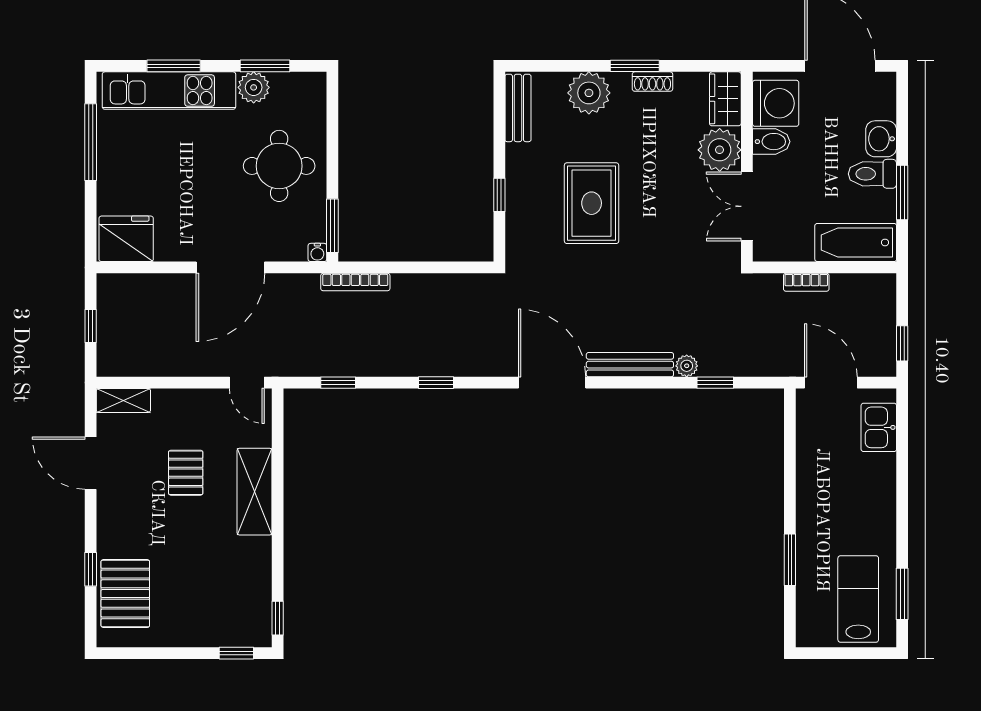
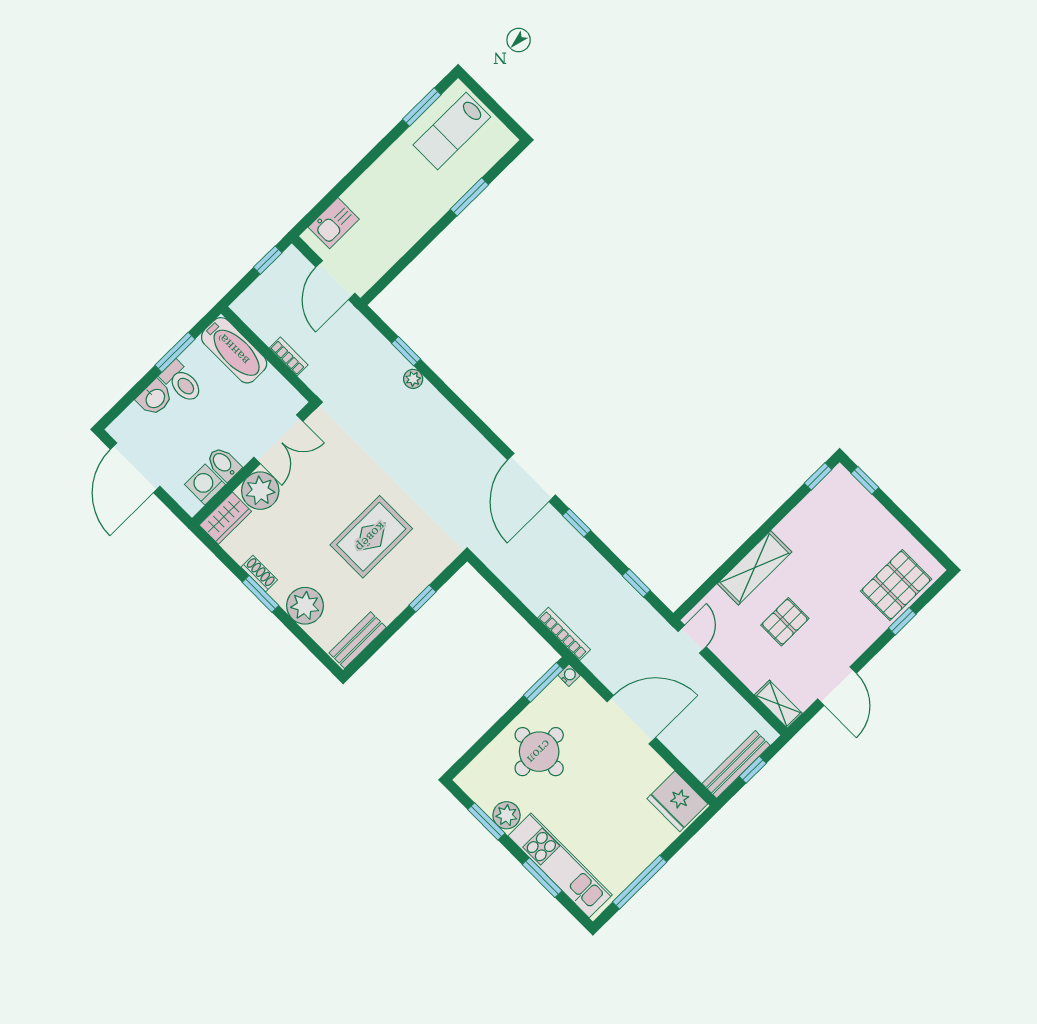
washing machine: (776, 103) -> (205, 485), width x0.73, depth x0.73
bench: (630, 365) -> (736, 764), moved, turned 90
door: (552, 383) -> (531, 477), moved

